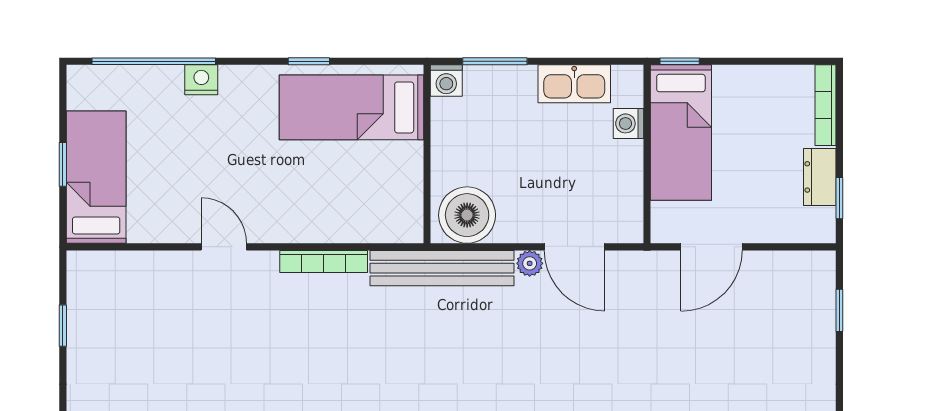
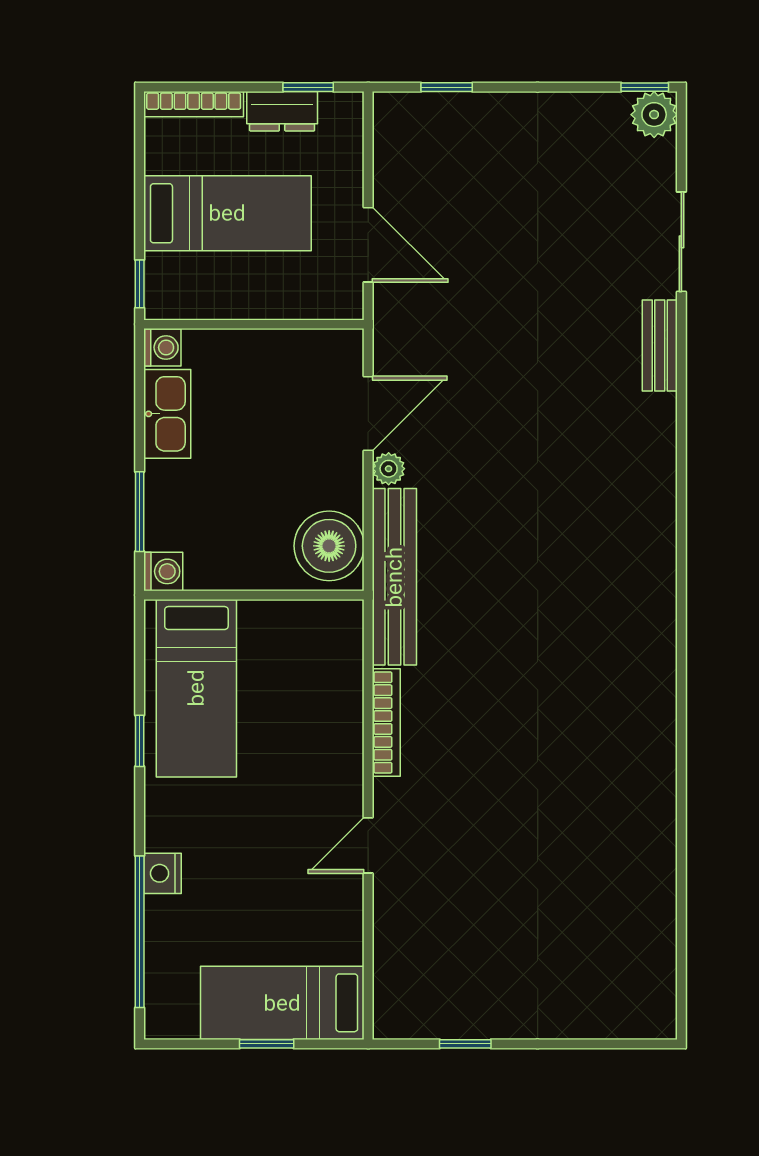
washing machine: (628, 123) -> (162, 347), moved, turned -90
bed: (681, 133) -> (227, 213), moved

